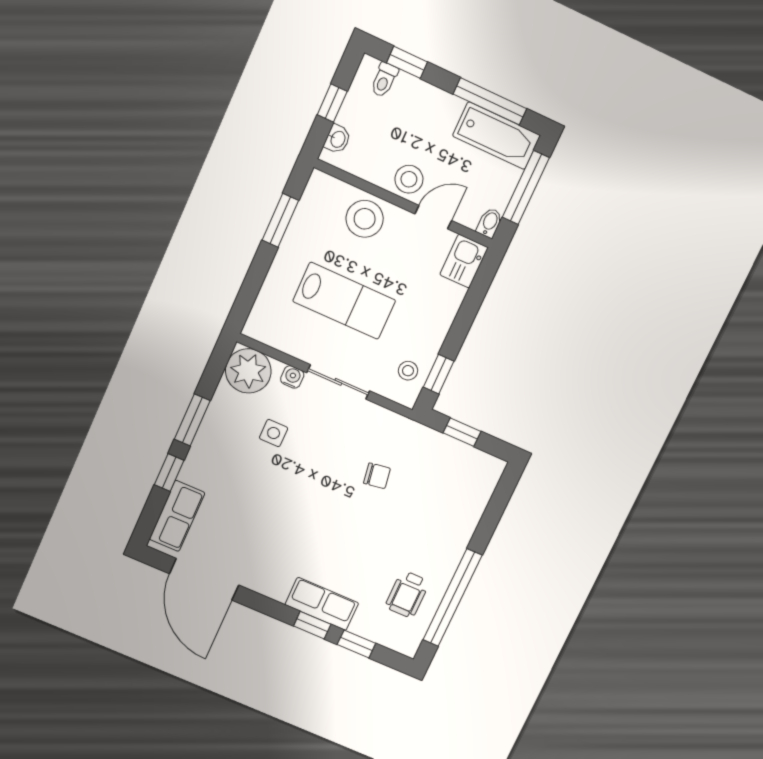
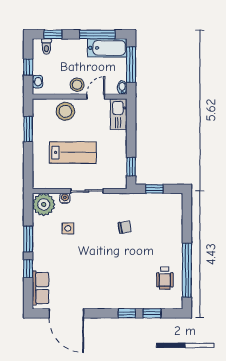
kitchen sink: (464, 261) -> (119, 114), width x1.38
stool: (408, 371) -> (116, 171), removed
row of seats: (322, 604) -> (127, 301), removed

